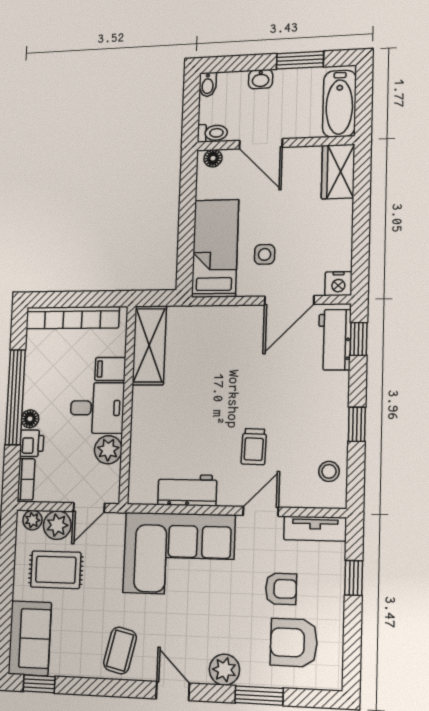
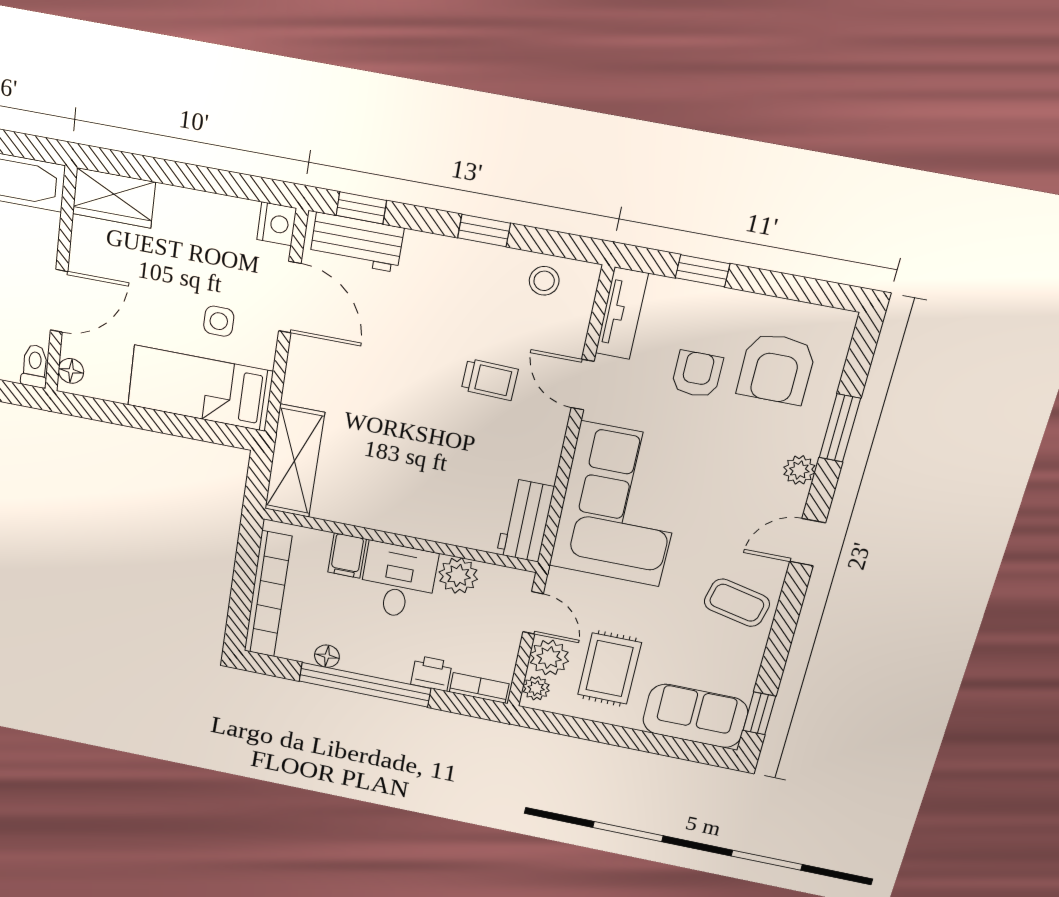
shelving: (149, 345) -> (294, 461), moved, turned 90
floor lamp: (30, 419) -> (327, 656), moved
workbench: (187, 490) -> (525, 521), moved
plant: (224, 670) -> (799, 470), width x0.73, depth x0.73

